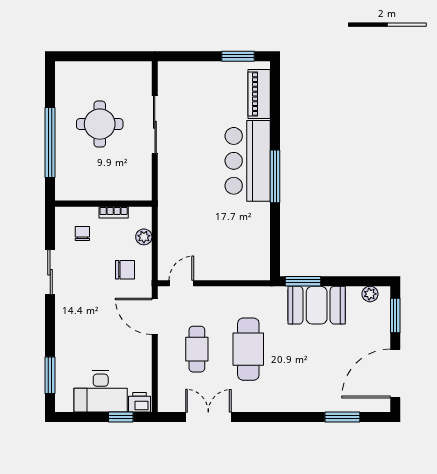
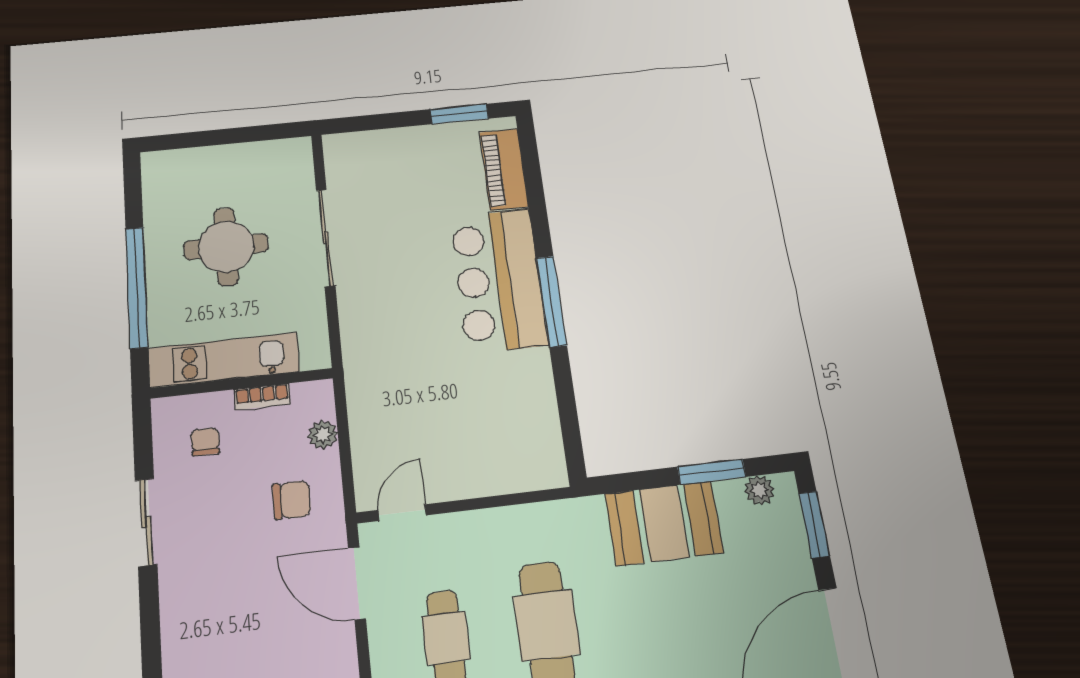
kitchen unit: (95, 190) -> (224, 360), added
window: (303, 281) -> (712, 472), moved

